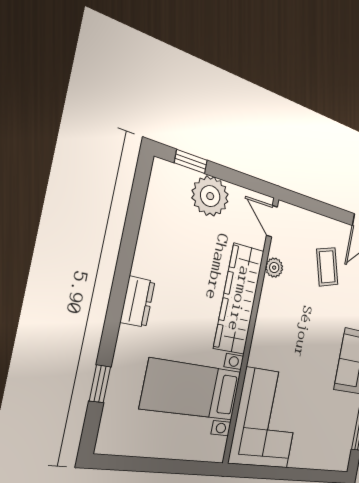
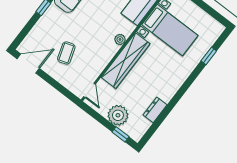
plant: (274, 268) -> (120, 39), moved
dresser: (138, 302) -> (155, 110), moved

